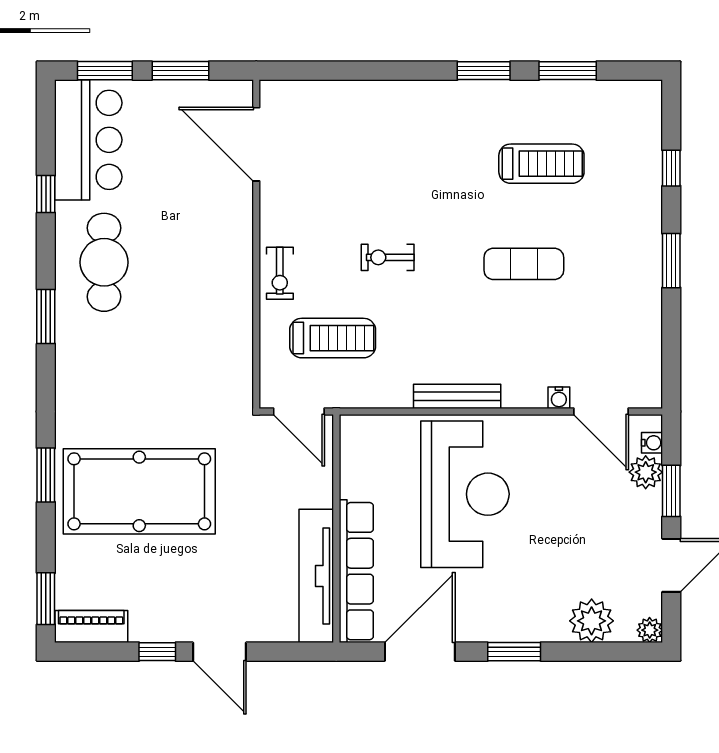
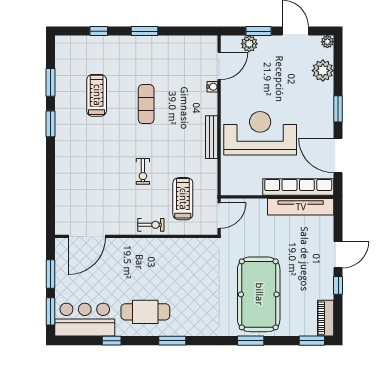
water cooler: (652, 443) -> (235, 41), removed

